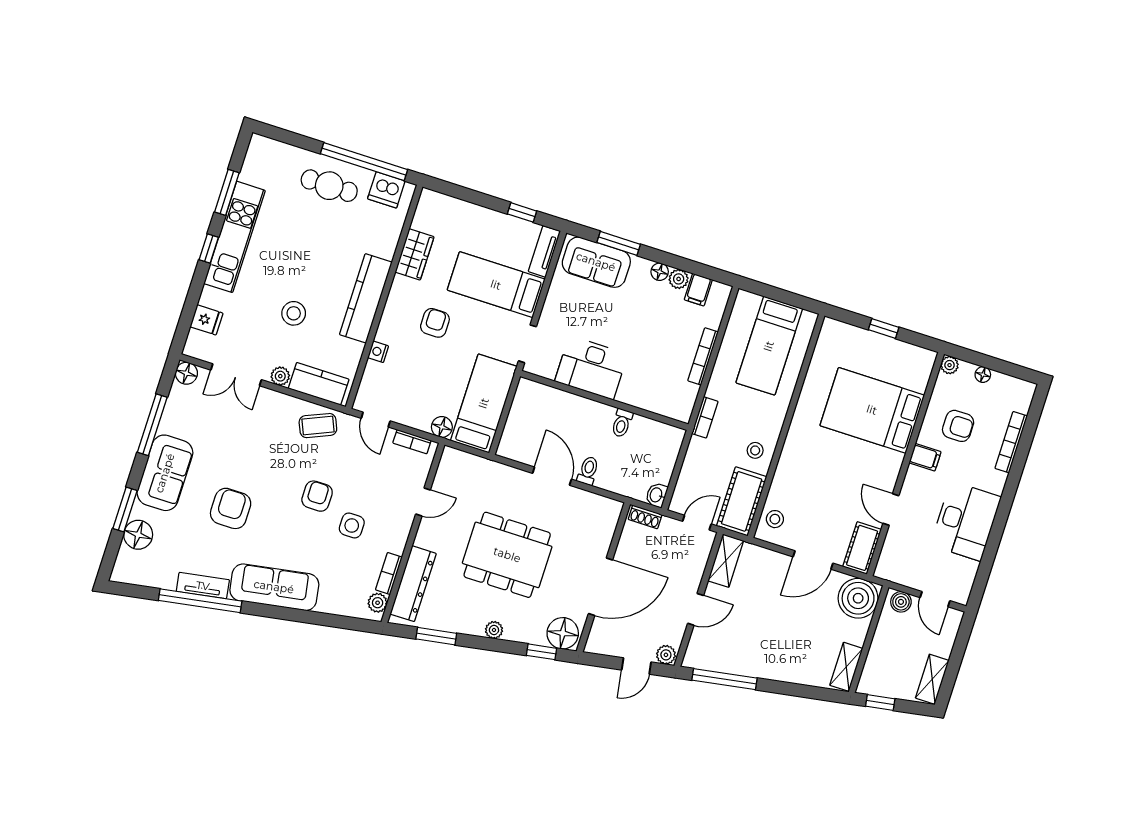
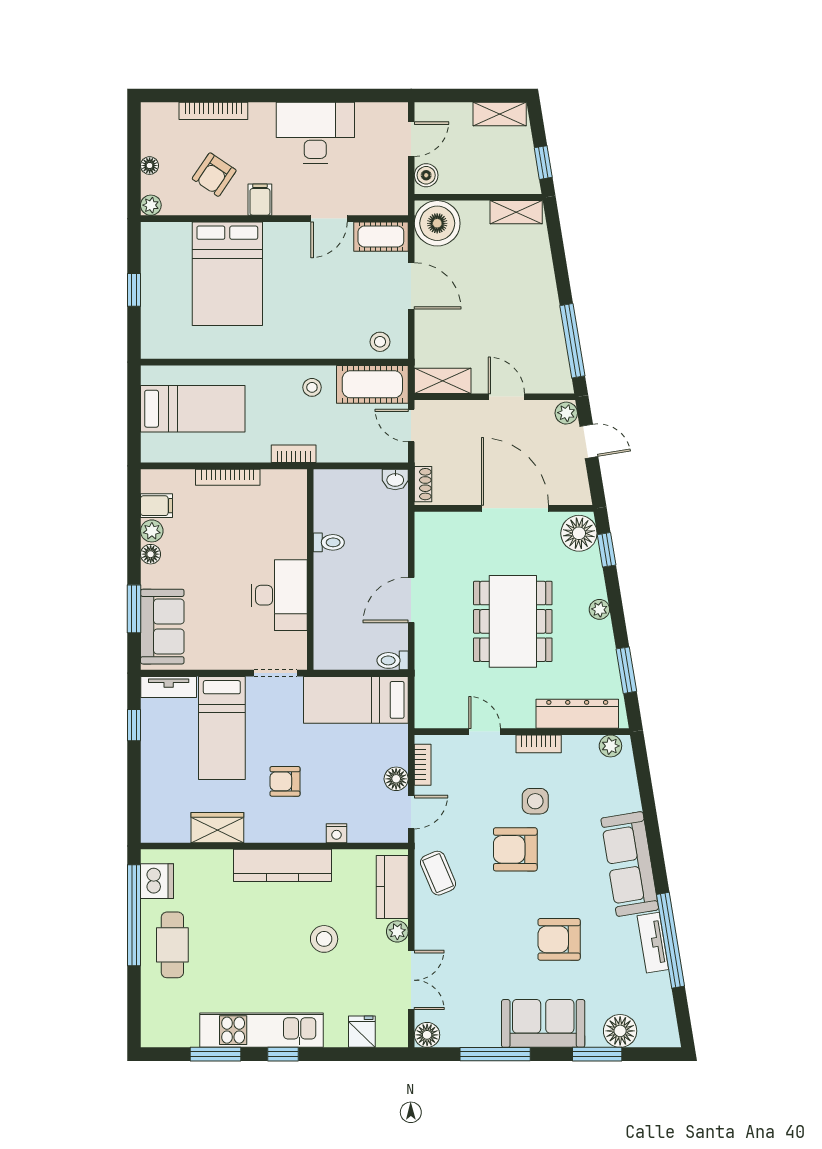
armchair: (958, 426) -> (214, 175), turned -146
floor lamp: (442, 427) -> (396, 779), moved
toilet: (588, 471) -> (393, 660), moved
armchair: (317, 496) -> (515, 849), width x1.38, depth x1.38
bookcase: (389, 574) -> (539, 744), moved

